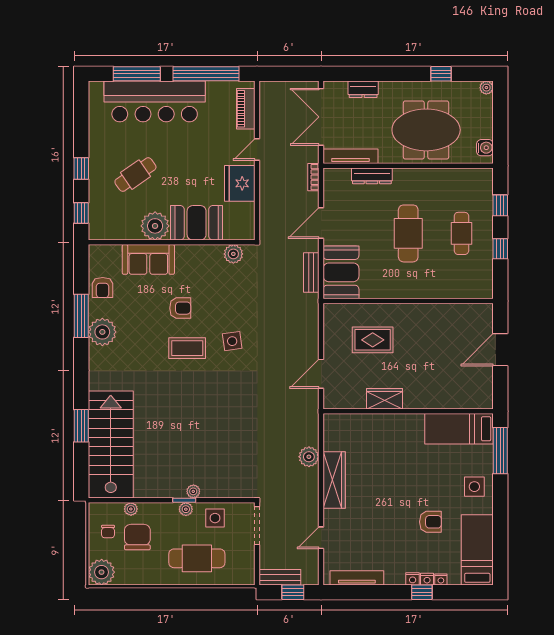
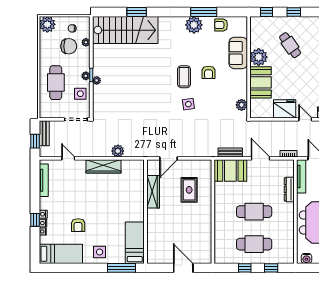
cafe table: (461, 233) -> (254, 244), width x1.37, depth x1.35
door: (321, 374) -> (168, 158), swing flipped
wardrobe: (384, 399) -> (153, 192), width x1.50

